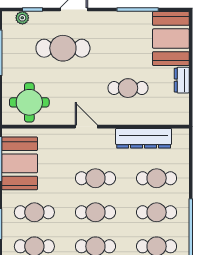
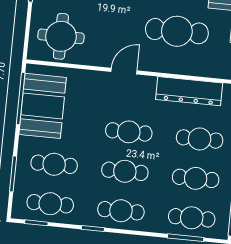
cafe table: (128, 88) -> (177, 31), width x1.37, depth x1.35
door: (86, 127) -> (124, 71), hinge flipped

